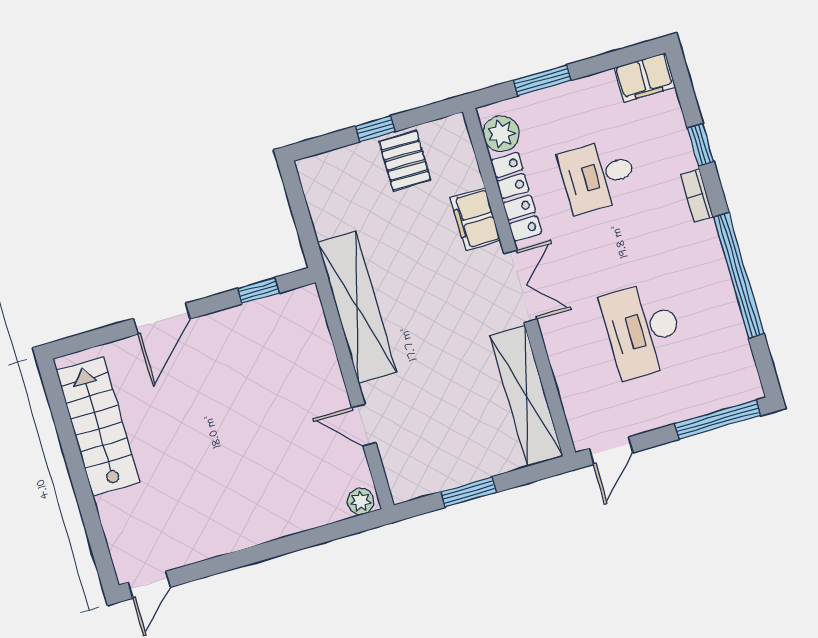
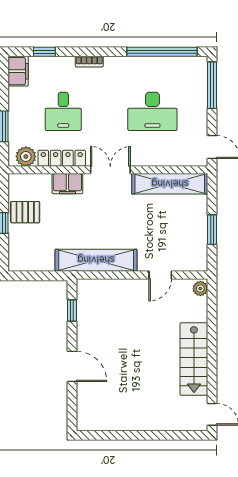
window: (701, 145) -> (44, 52), moved
window: (739, 275) -> (162, 52), moved
stairs: (98, 426) -> (194, 359), moved, turned -90

